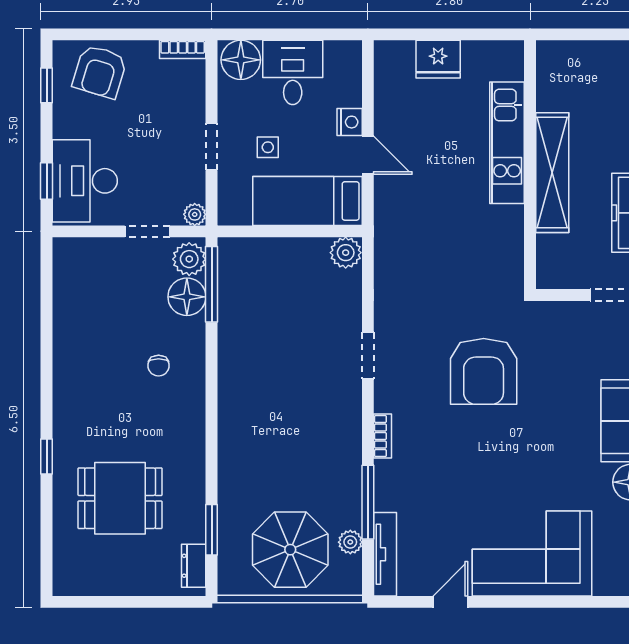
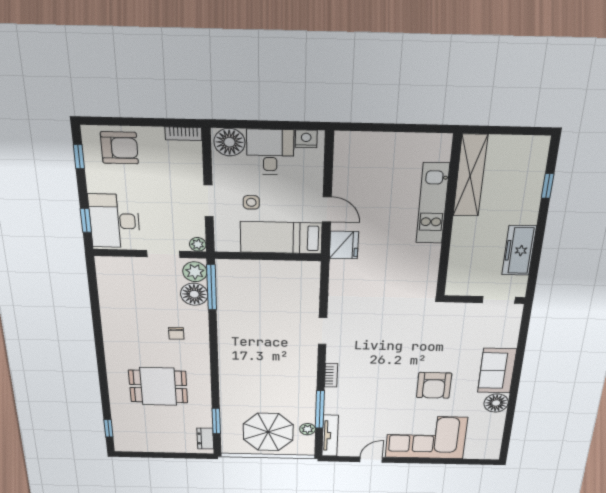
fridge: (438, 59) -> (344, 245), moved, turned -90
armchair: (100, 72) -> (119, 148), turned -107
nightstand: (350, 122) -> (306, 139), moved, turned -90
shelving: (552, 173) -> (470, 176), moved
plant: (346, 253) -> (309, 270), removed
armchair: (484, 371) -> (434, 385), moved, width x0.73, depth x0.73
window: (47, 456) -> (108, 428), moved
dining table: (120, 498) -> (158, 387), moved

